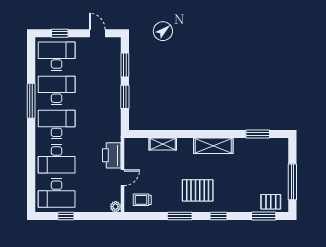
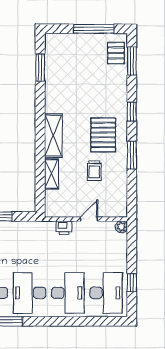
shelving: (213, 146) -> (53, 136), moved
printer: (112, 155) -> (64, 228), width x0.53, depth x0.68
door: (123, 178) -> (89, 219), hinge flipped
trolley: (142, 200) -> (94, 171), moved

